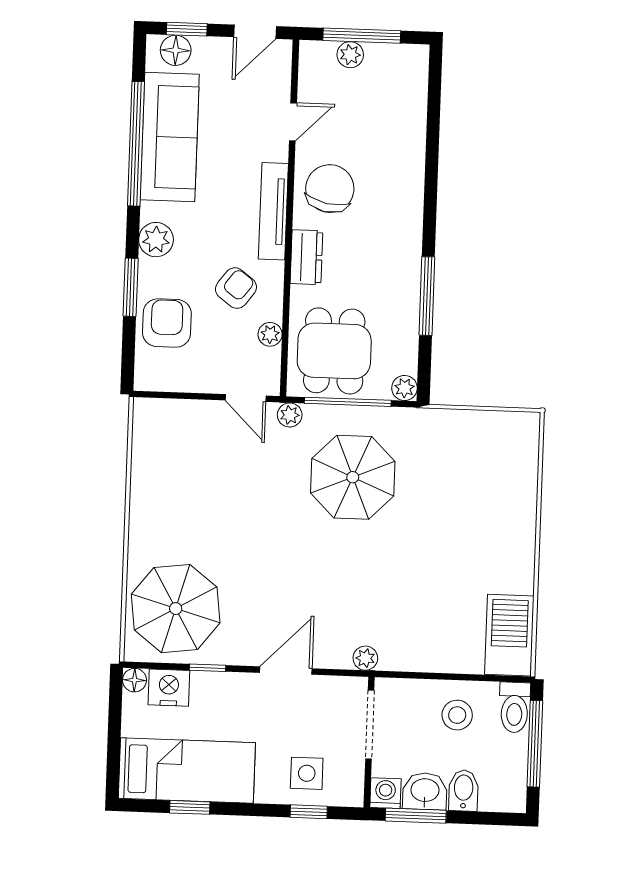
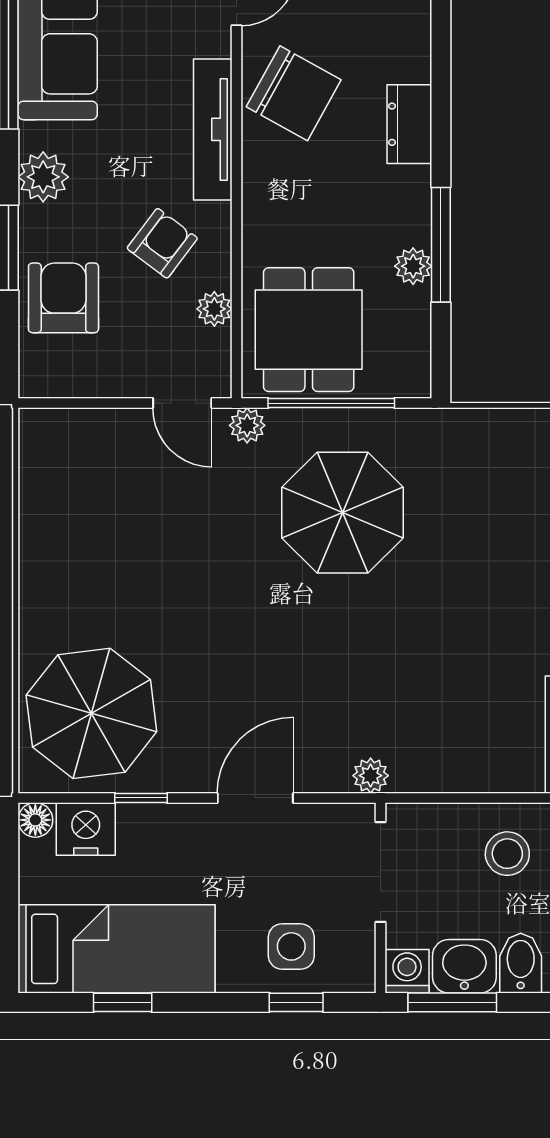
chair: (330, 189) -> (294, 93), turned 108
dresser: (306, 257) -> (409, 124), moved, turned 180
plant: (404, 388) -> (413, 266), moved

